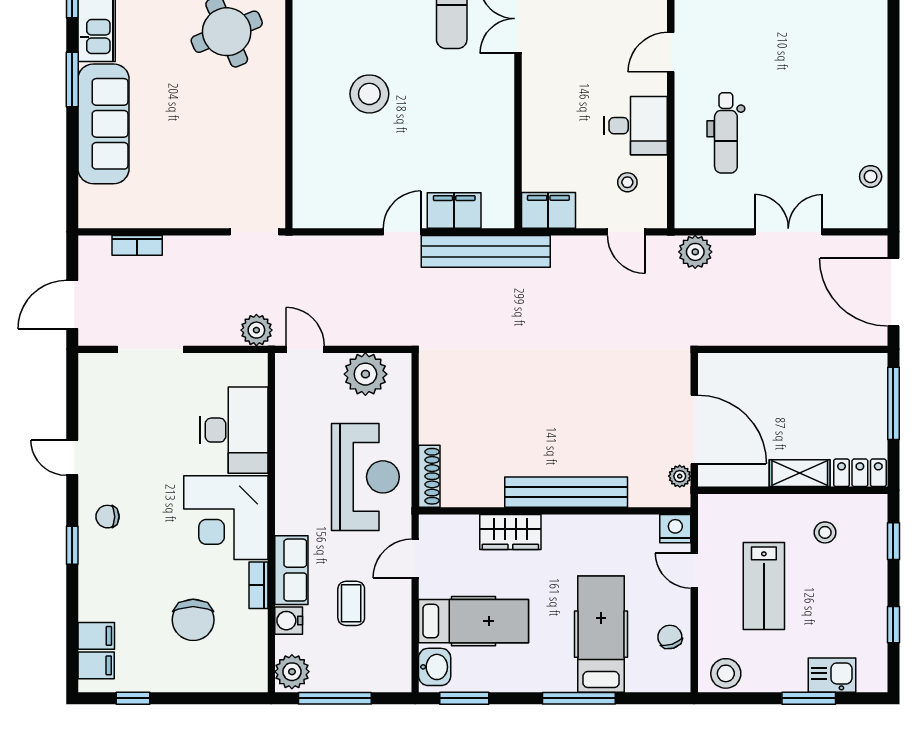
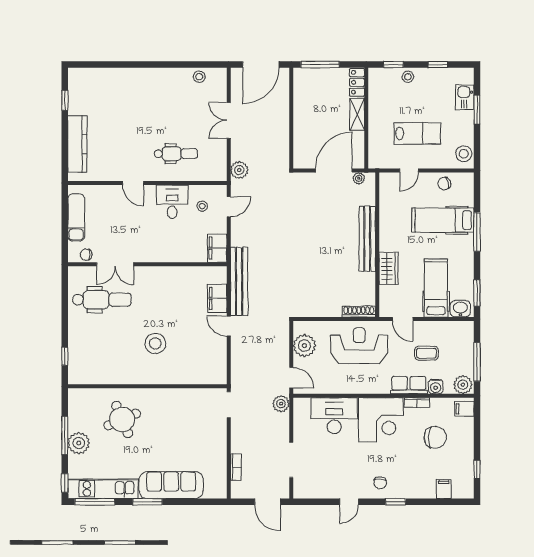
door: (305, 349) -> (291, 378), swing flipped
nightstand: (675, 529) -> (387, 181), removed
stool: (825, 532) -> (408, 77), moved
filing cabinet: (96, 665) -> (464, 409), moved, turned -90

